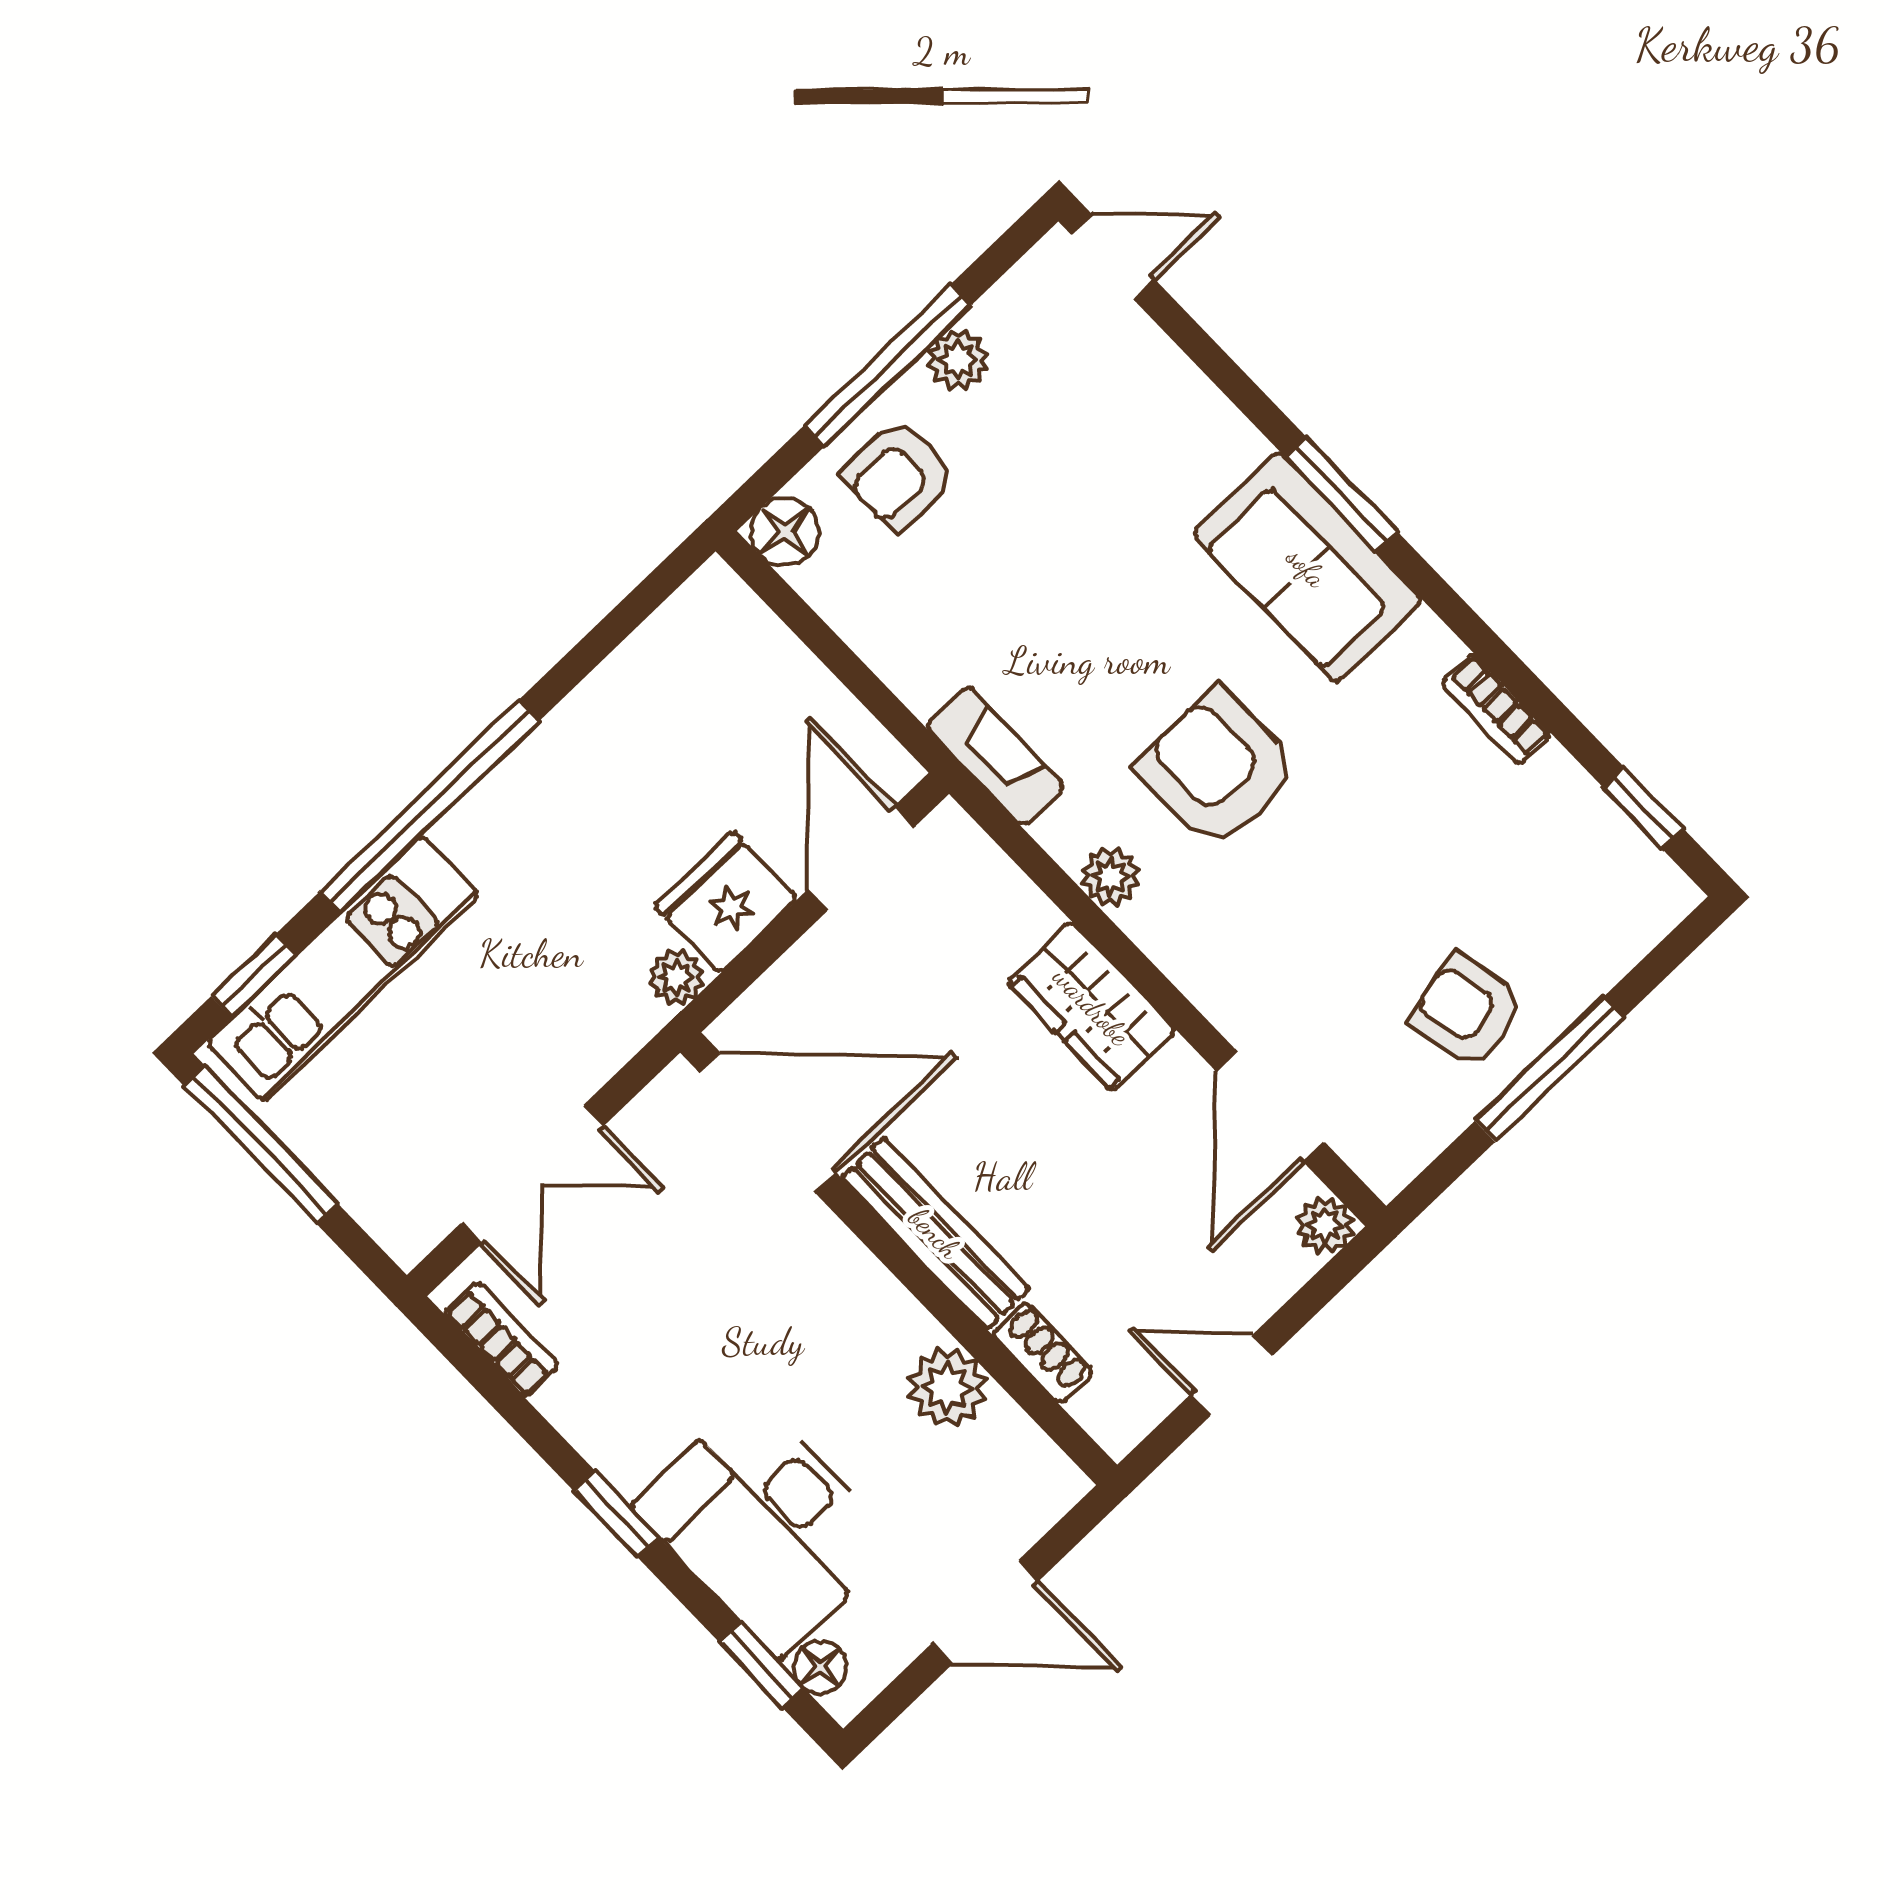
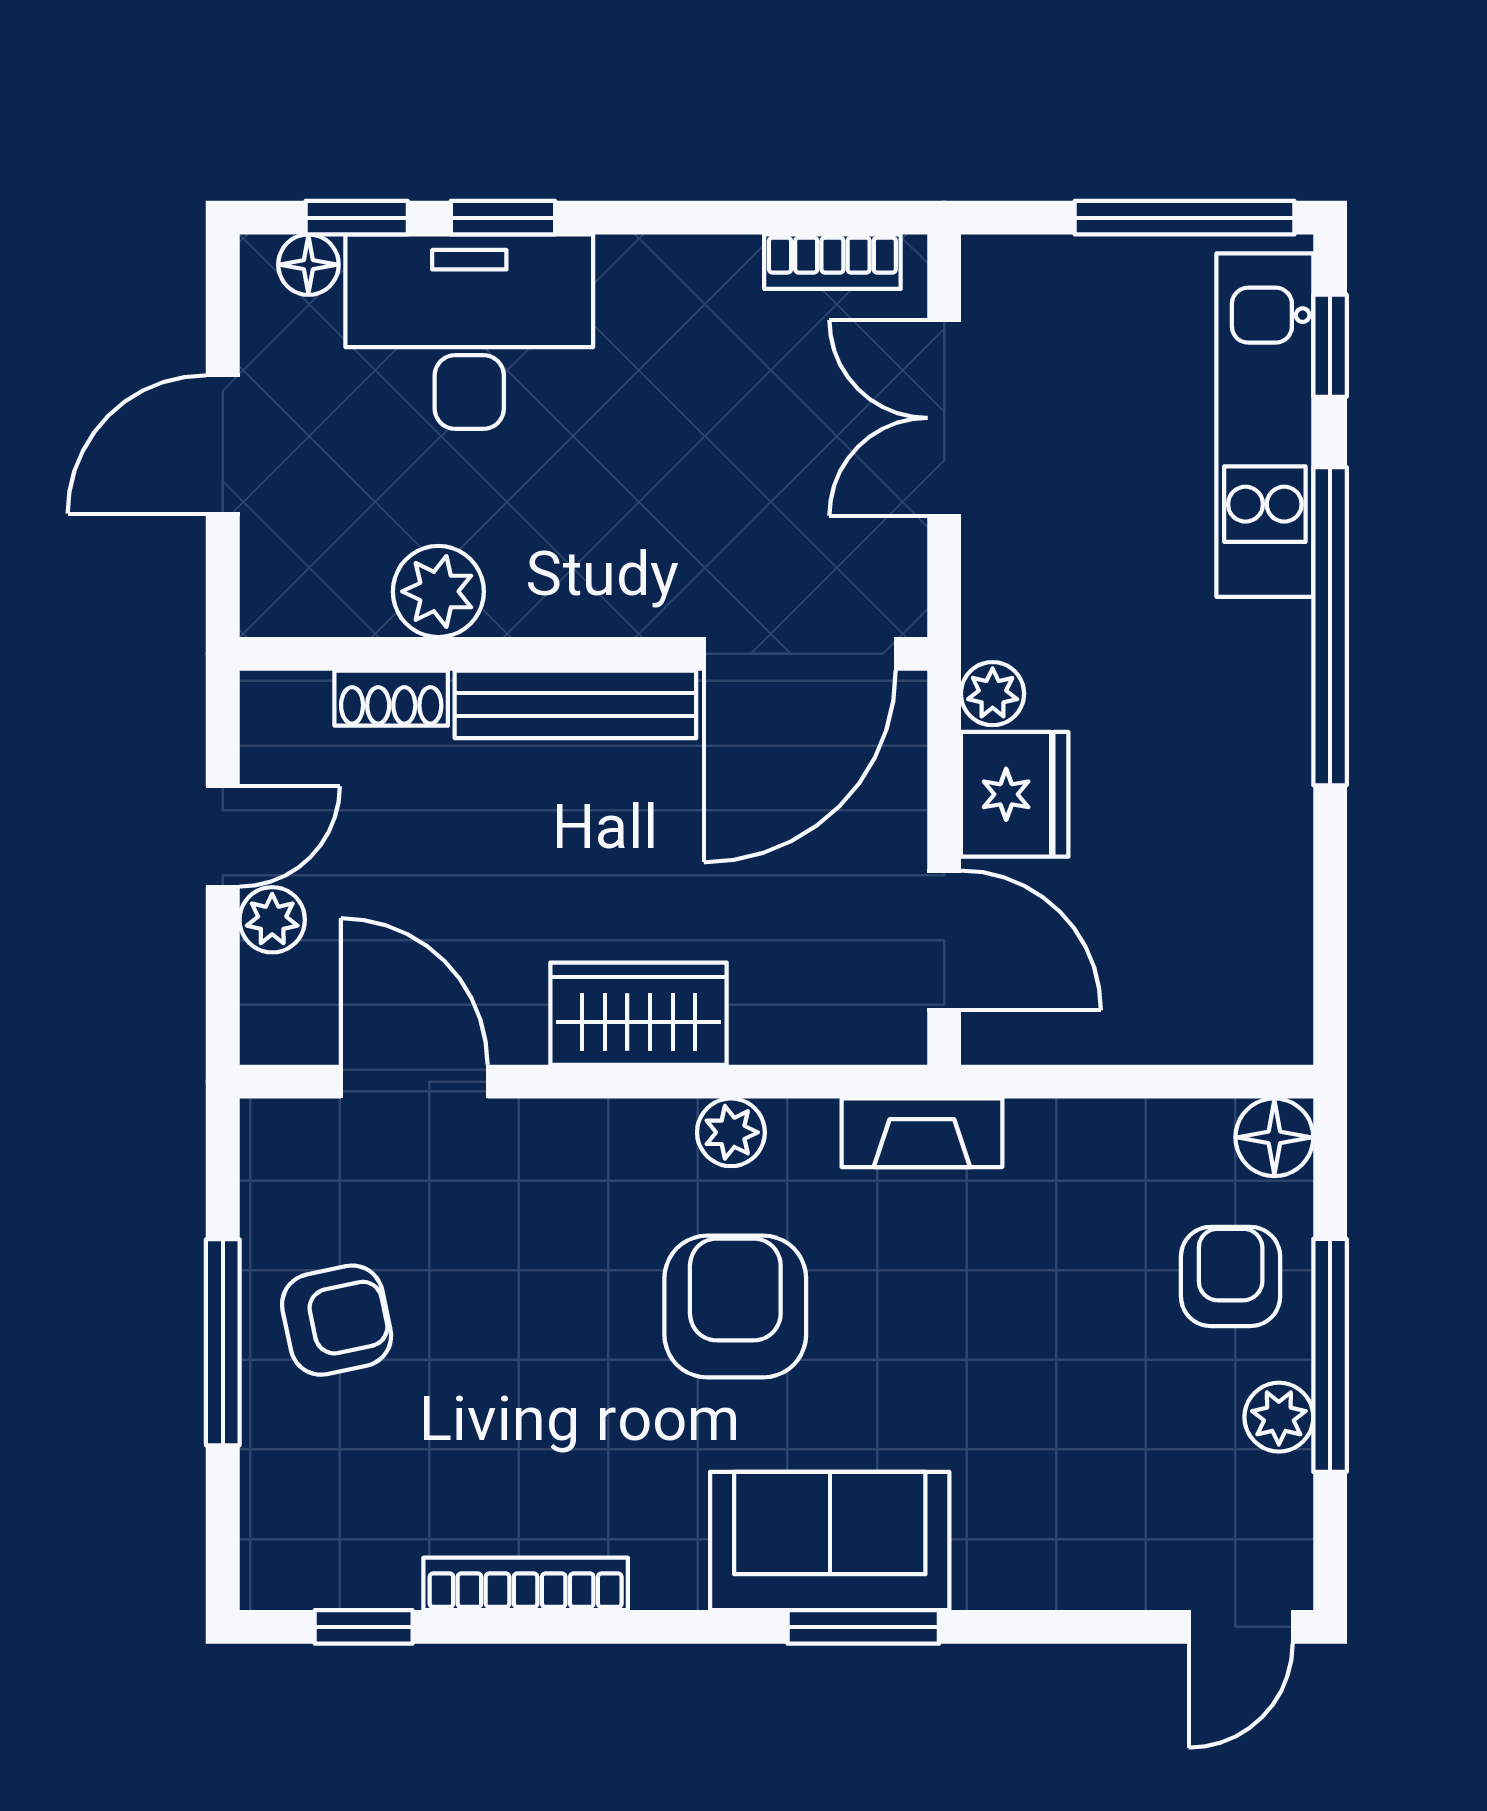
bookcase: (1496, 709) -> (526, 1584), width x1.56
armchair: (1217, 768) -> (735, 1306), turned -90
plant: (1325, 1225) -> (272, 920), moved
window: (616, 1514) -> (503, 218), moved

